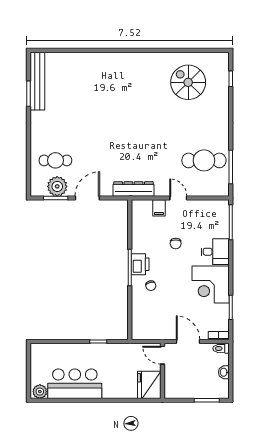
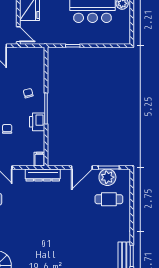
filing cabinet: (159, 208) -> (39, 159), moved
printer: (140, 264) -> (37, 122), moved

